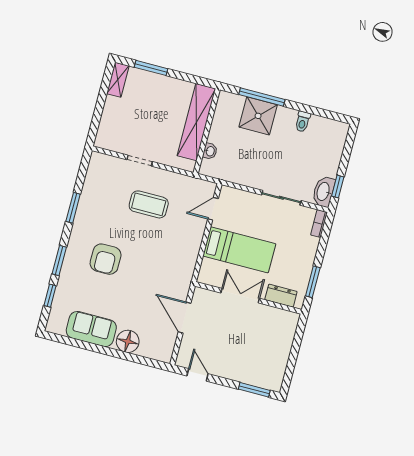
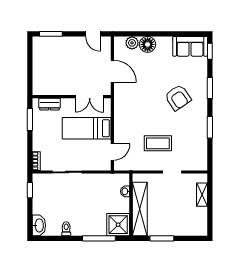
window: (151, 68) -> (162, 238), moved
shelving: (118, 80) -> (202, 195), moved
shower: (258, 116) -> (118, 225), moved
washbasin: (324, 192) -> (39, 225), moved
armchair: (106, 259) -> (178, 98), turned 146
window: (50, 296) -> (210, 51), moved
double door: (240, 296) -> (90, 97), moved
sofa: (91, 329) -> (190, 46), moved
plant: (148, 349) -> (132, 43), added

